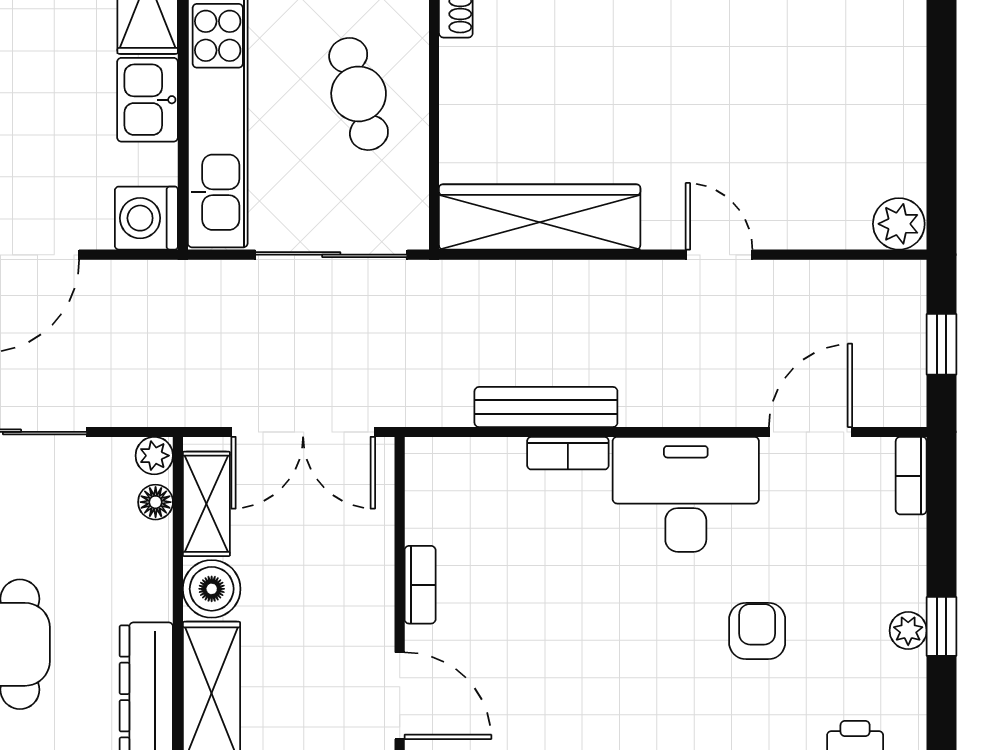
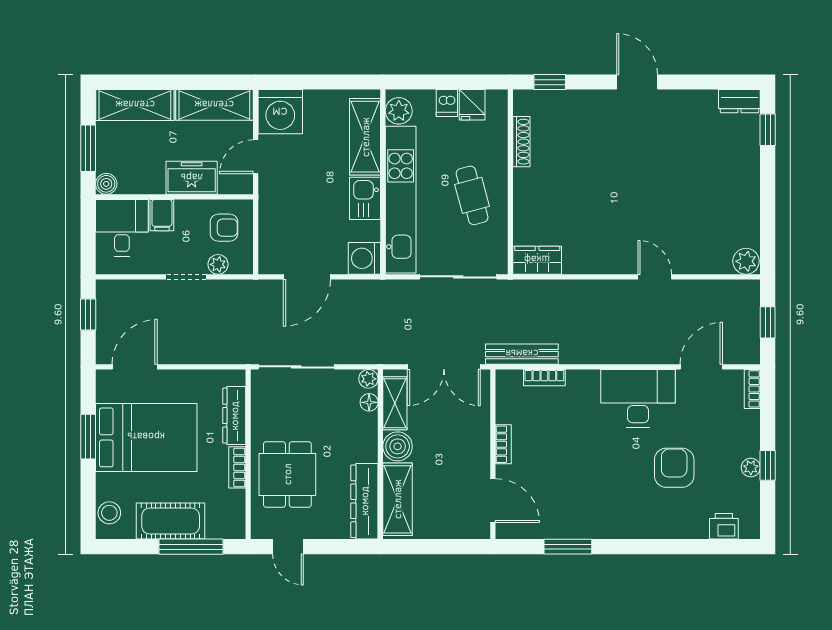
wardrobe: (540, 217) -> (537, 260), width x0.48, depth x0.85
bench: (546, 407) -> (522, 354), moved
bookcase: (568, 453) -> (544, 378), moved
armchair: (757, 631) -> (674, 468), width x1.38, depth x1.38

